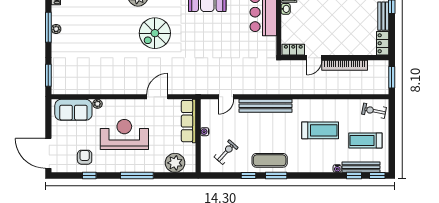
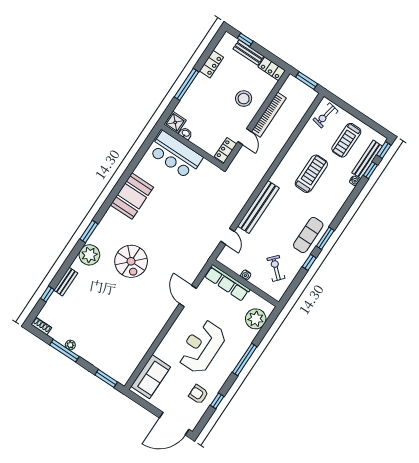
stool: (344, 37) -> (244, 99), added
plant: (97, 104) -> (159, 352), removed

